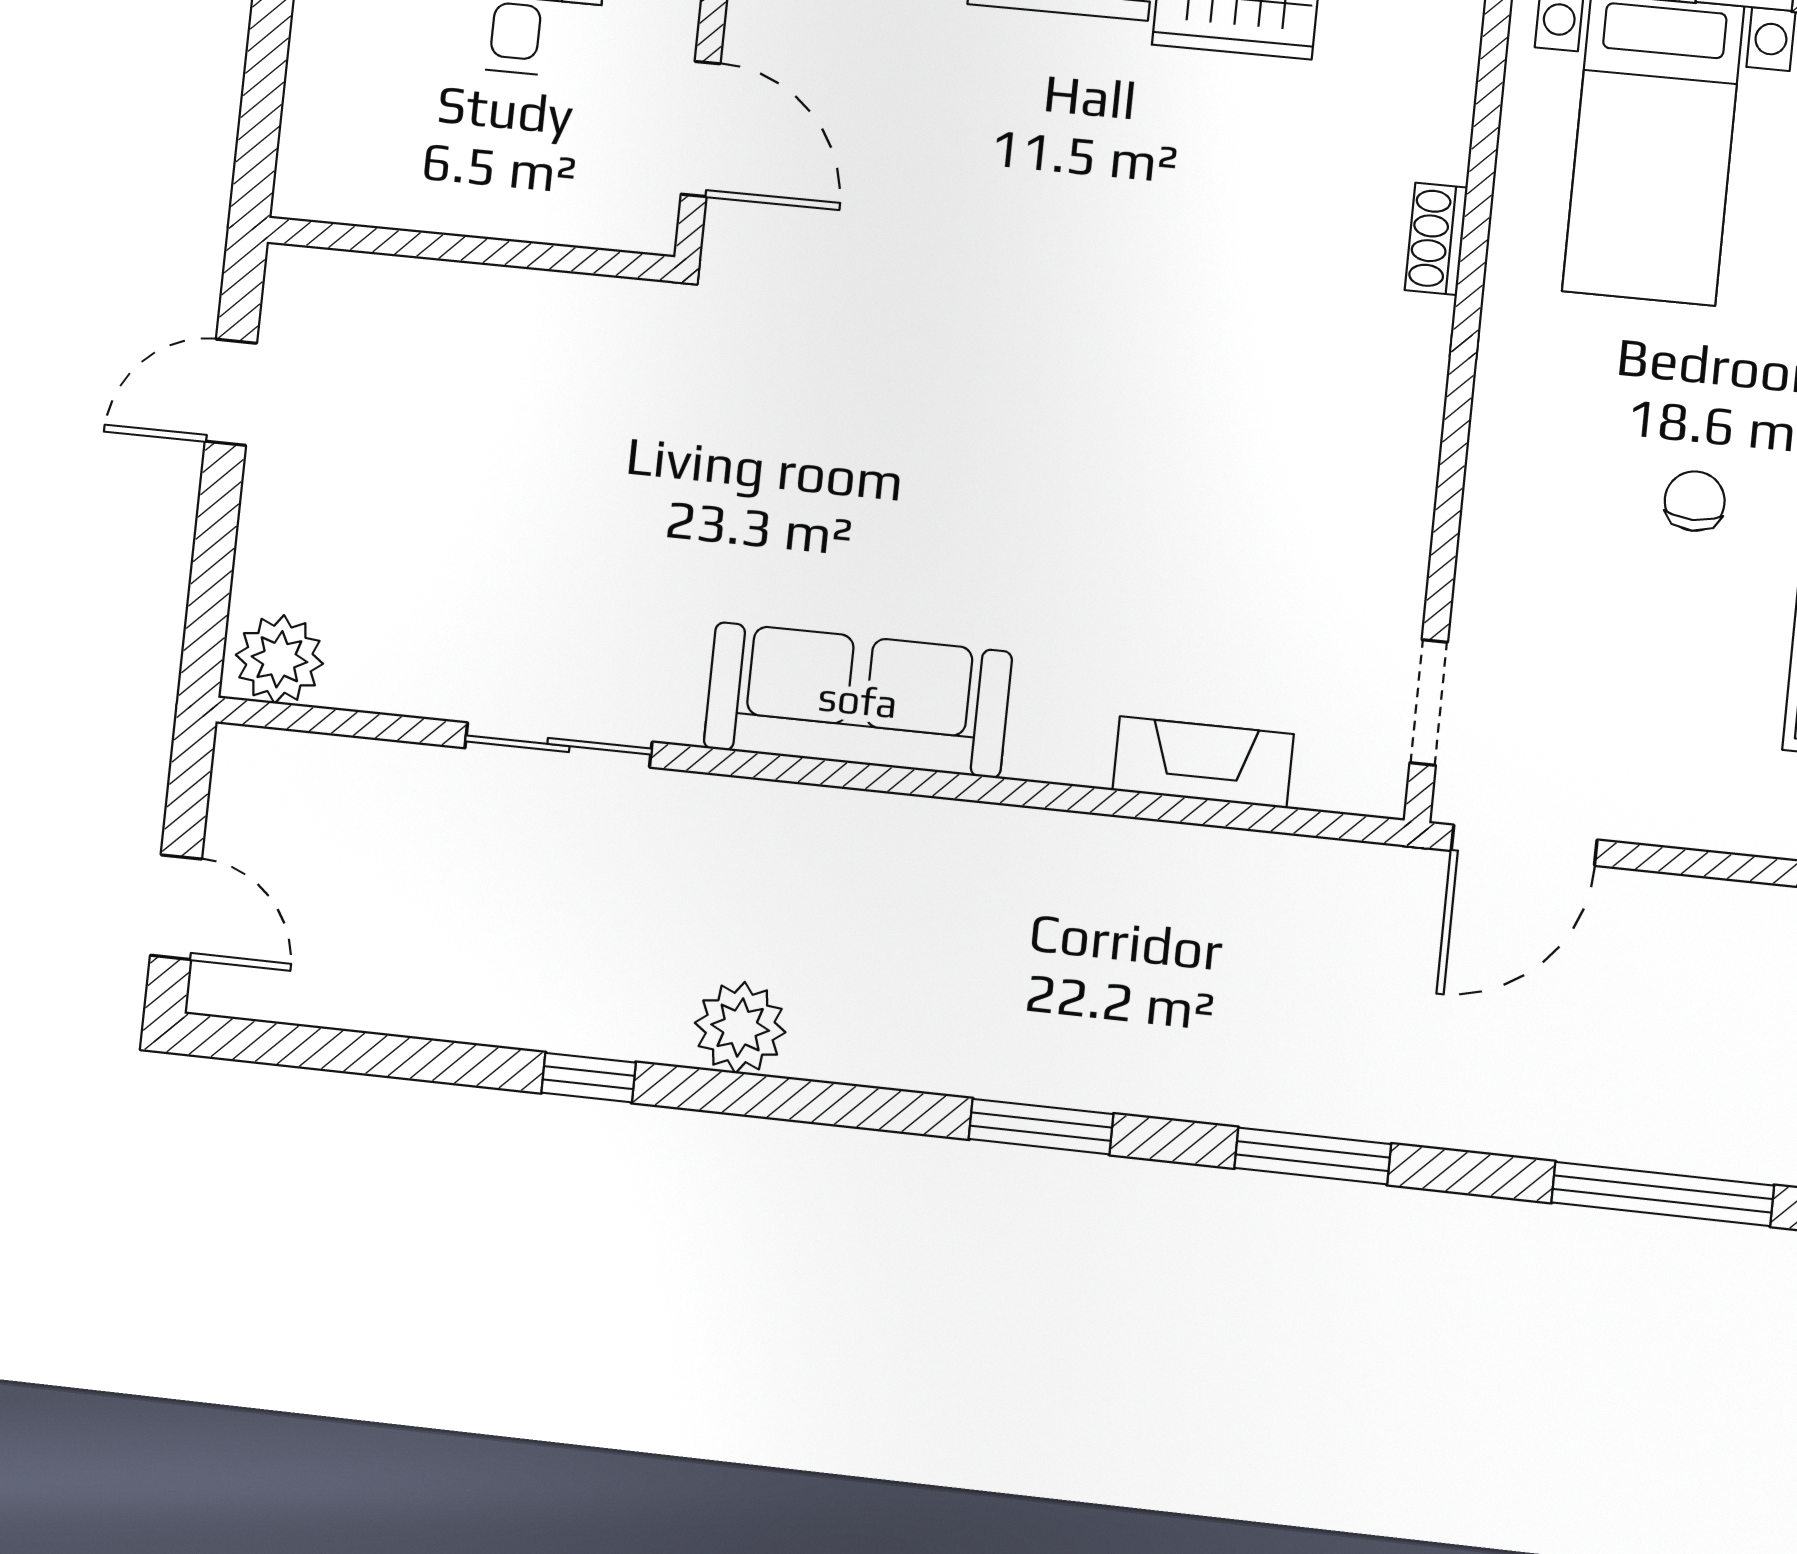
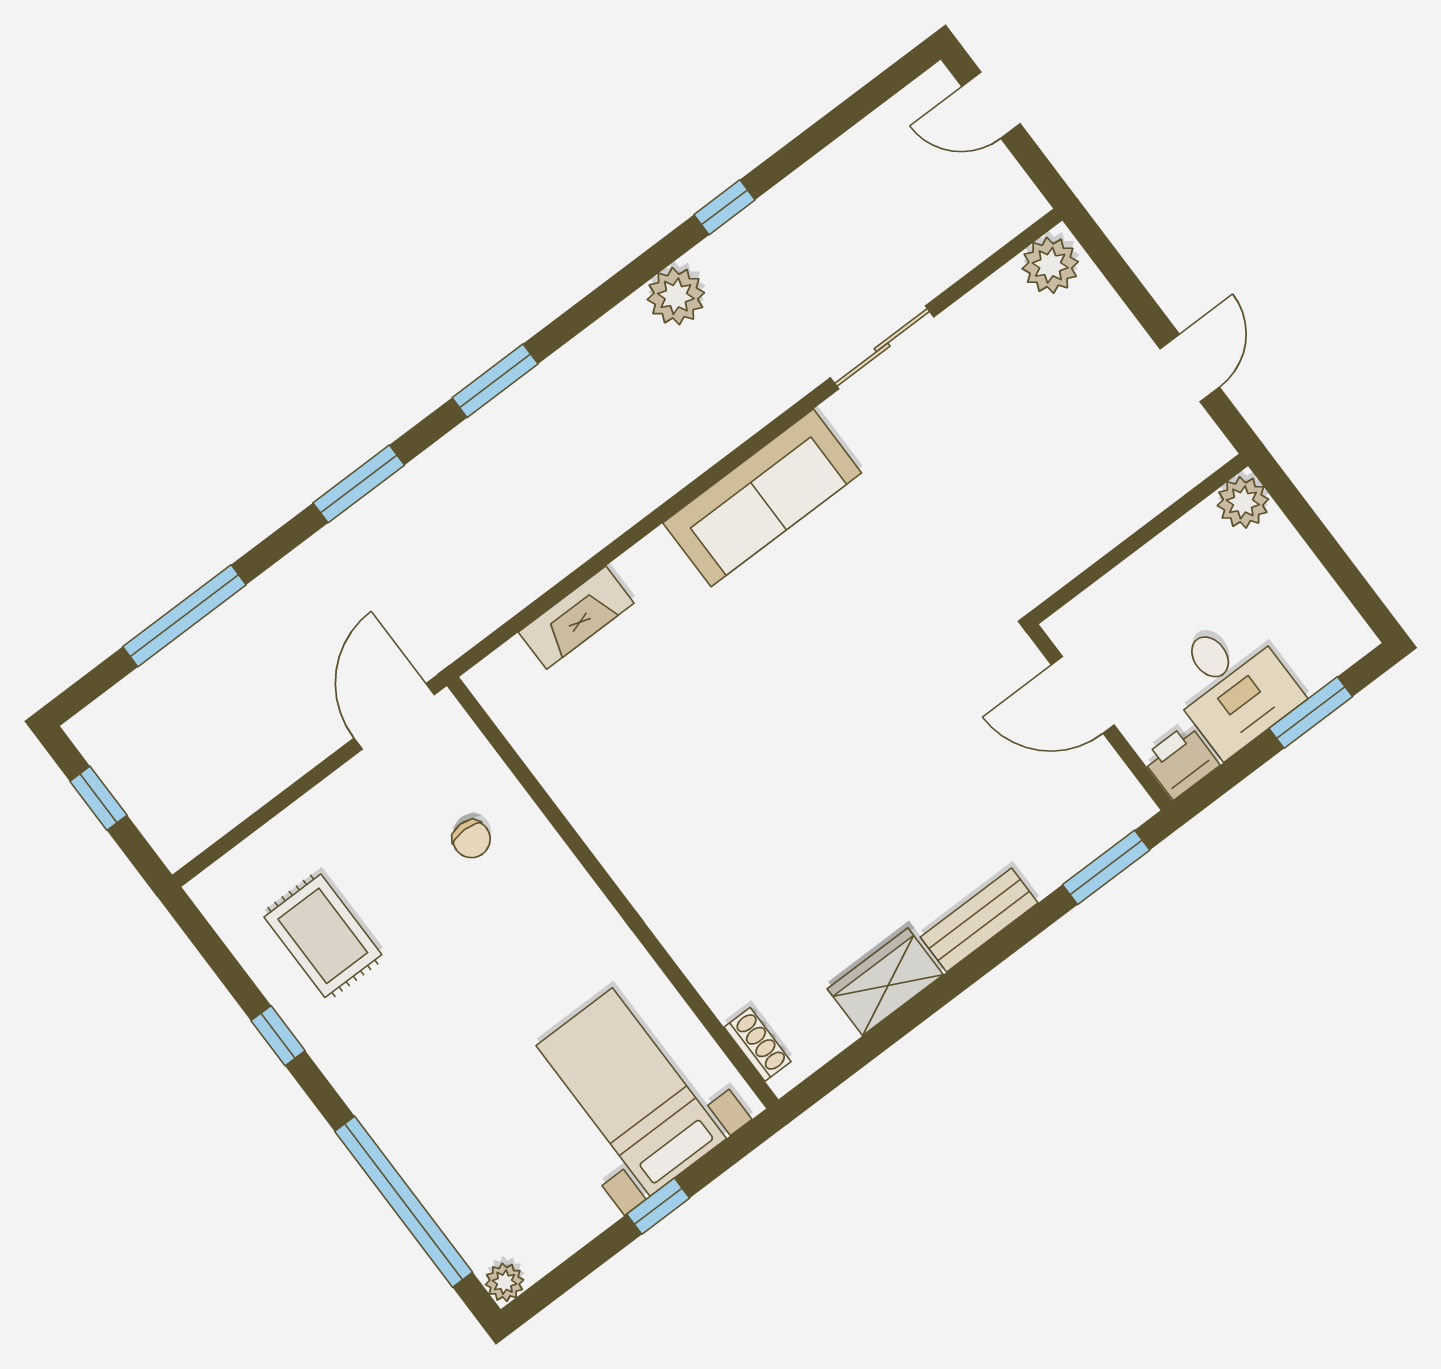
plant: (314, 181) -> (1243, 502), added
shoe rack: (1436, 239) -> (758, 1044), moved
chair: (1695, 501) -> (471, 839), moved
doorway: (1429, 702) -> (498, 741), removed

